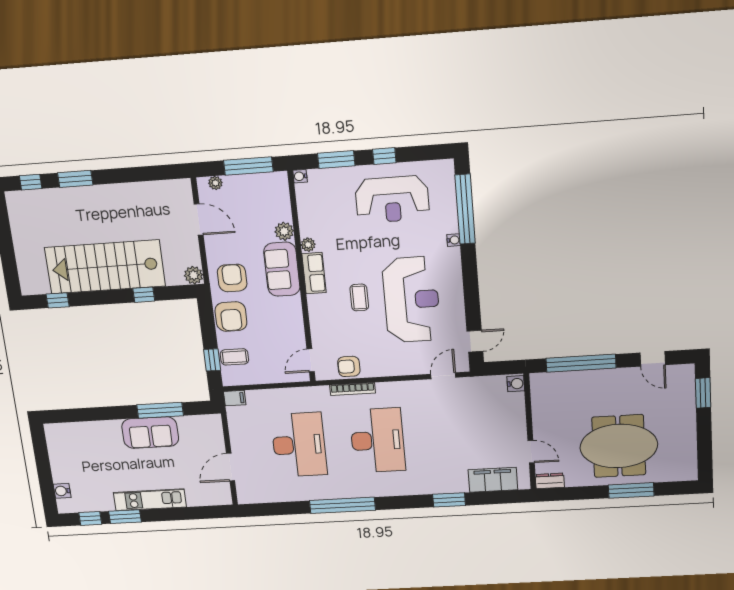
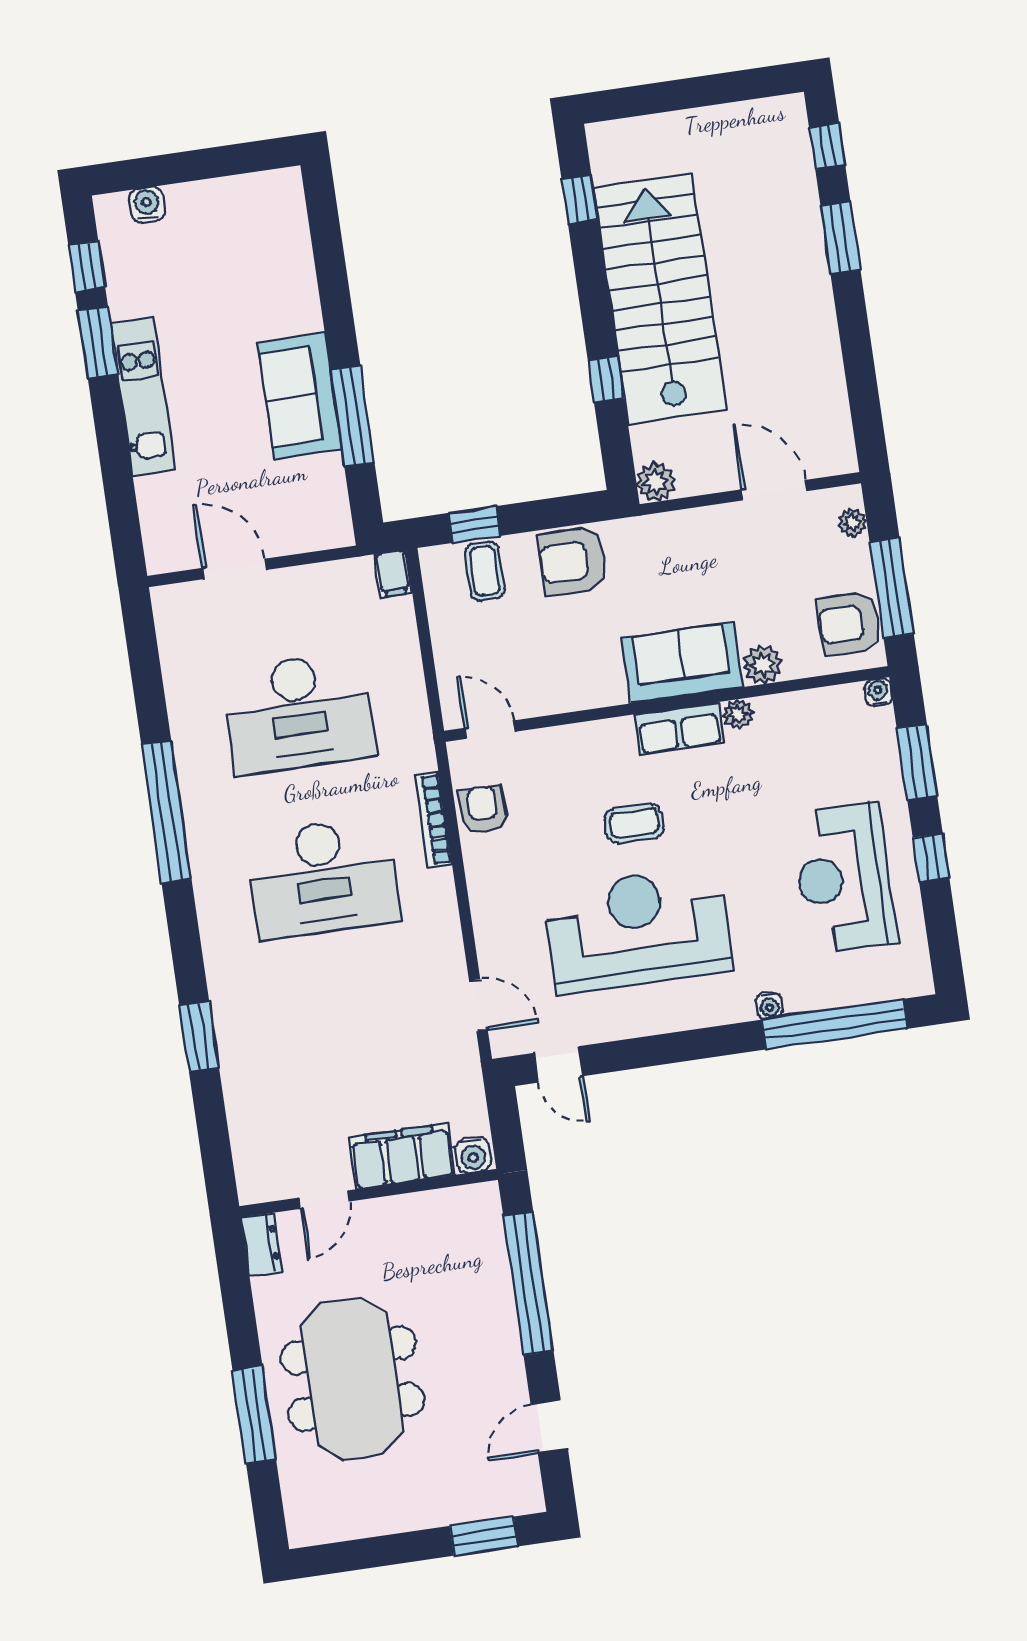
door: (199, 220) -> (774, 490), swing flipped
armchair: (232, 278) -> (849, 623), moved, turned 180
reception desk: (411, 300) -> (638, 930), turned 180
filing cabinet: (493, 480) -> (402, 1156), moved, turned -90

